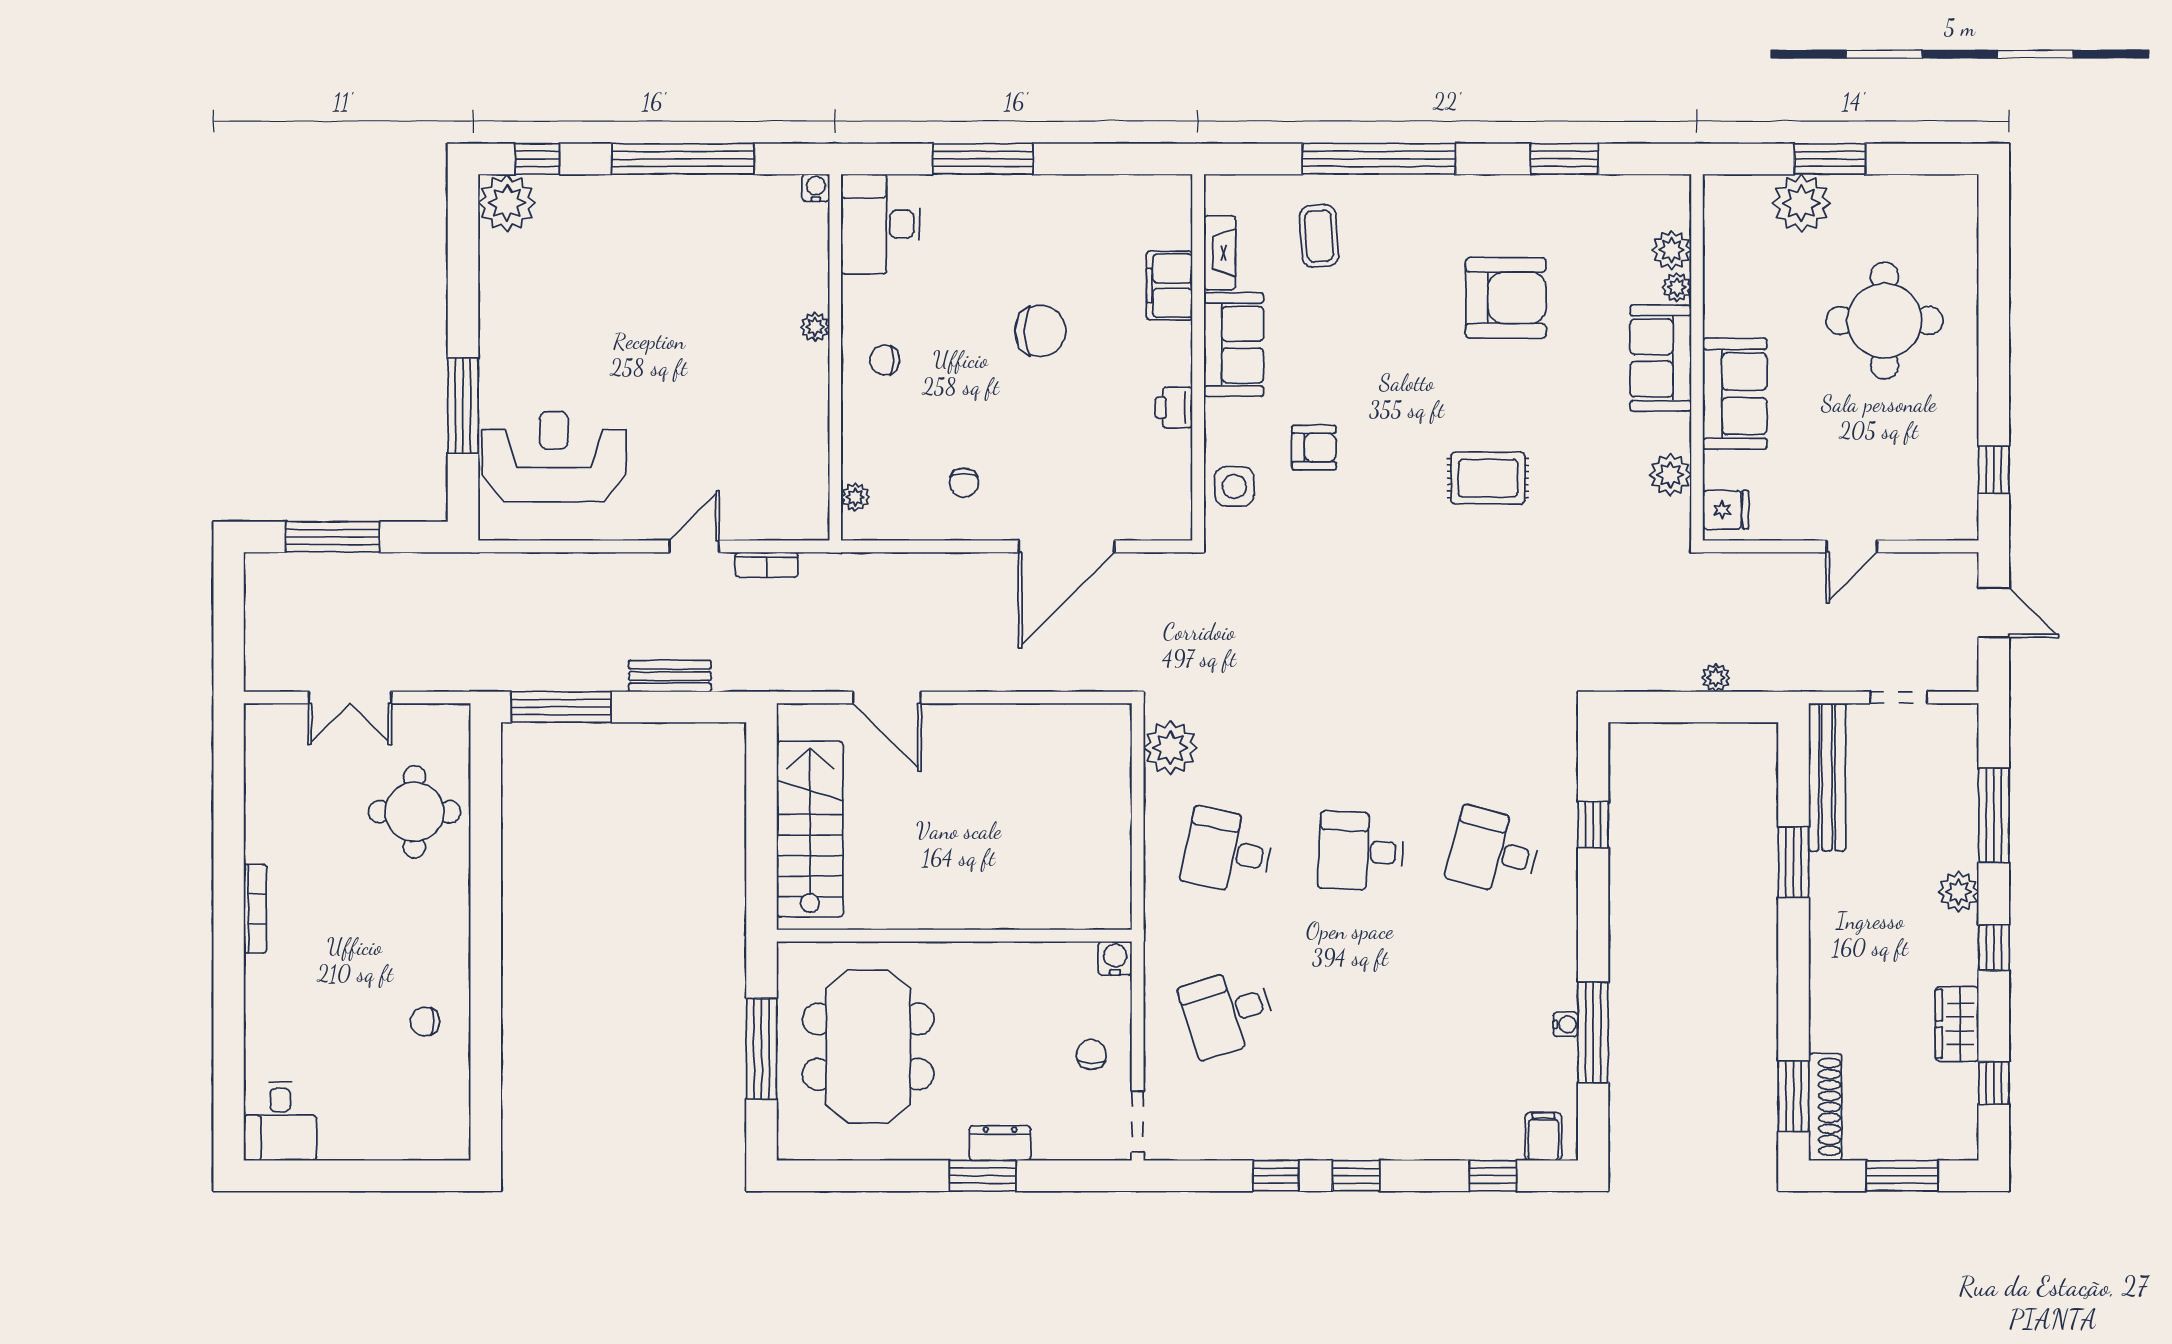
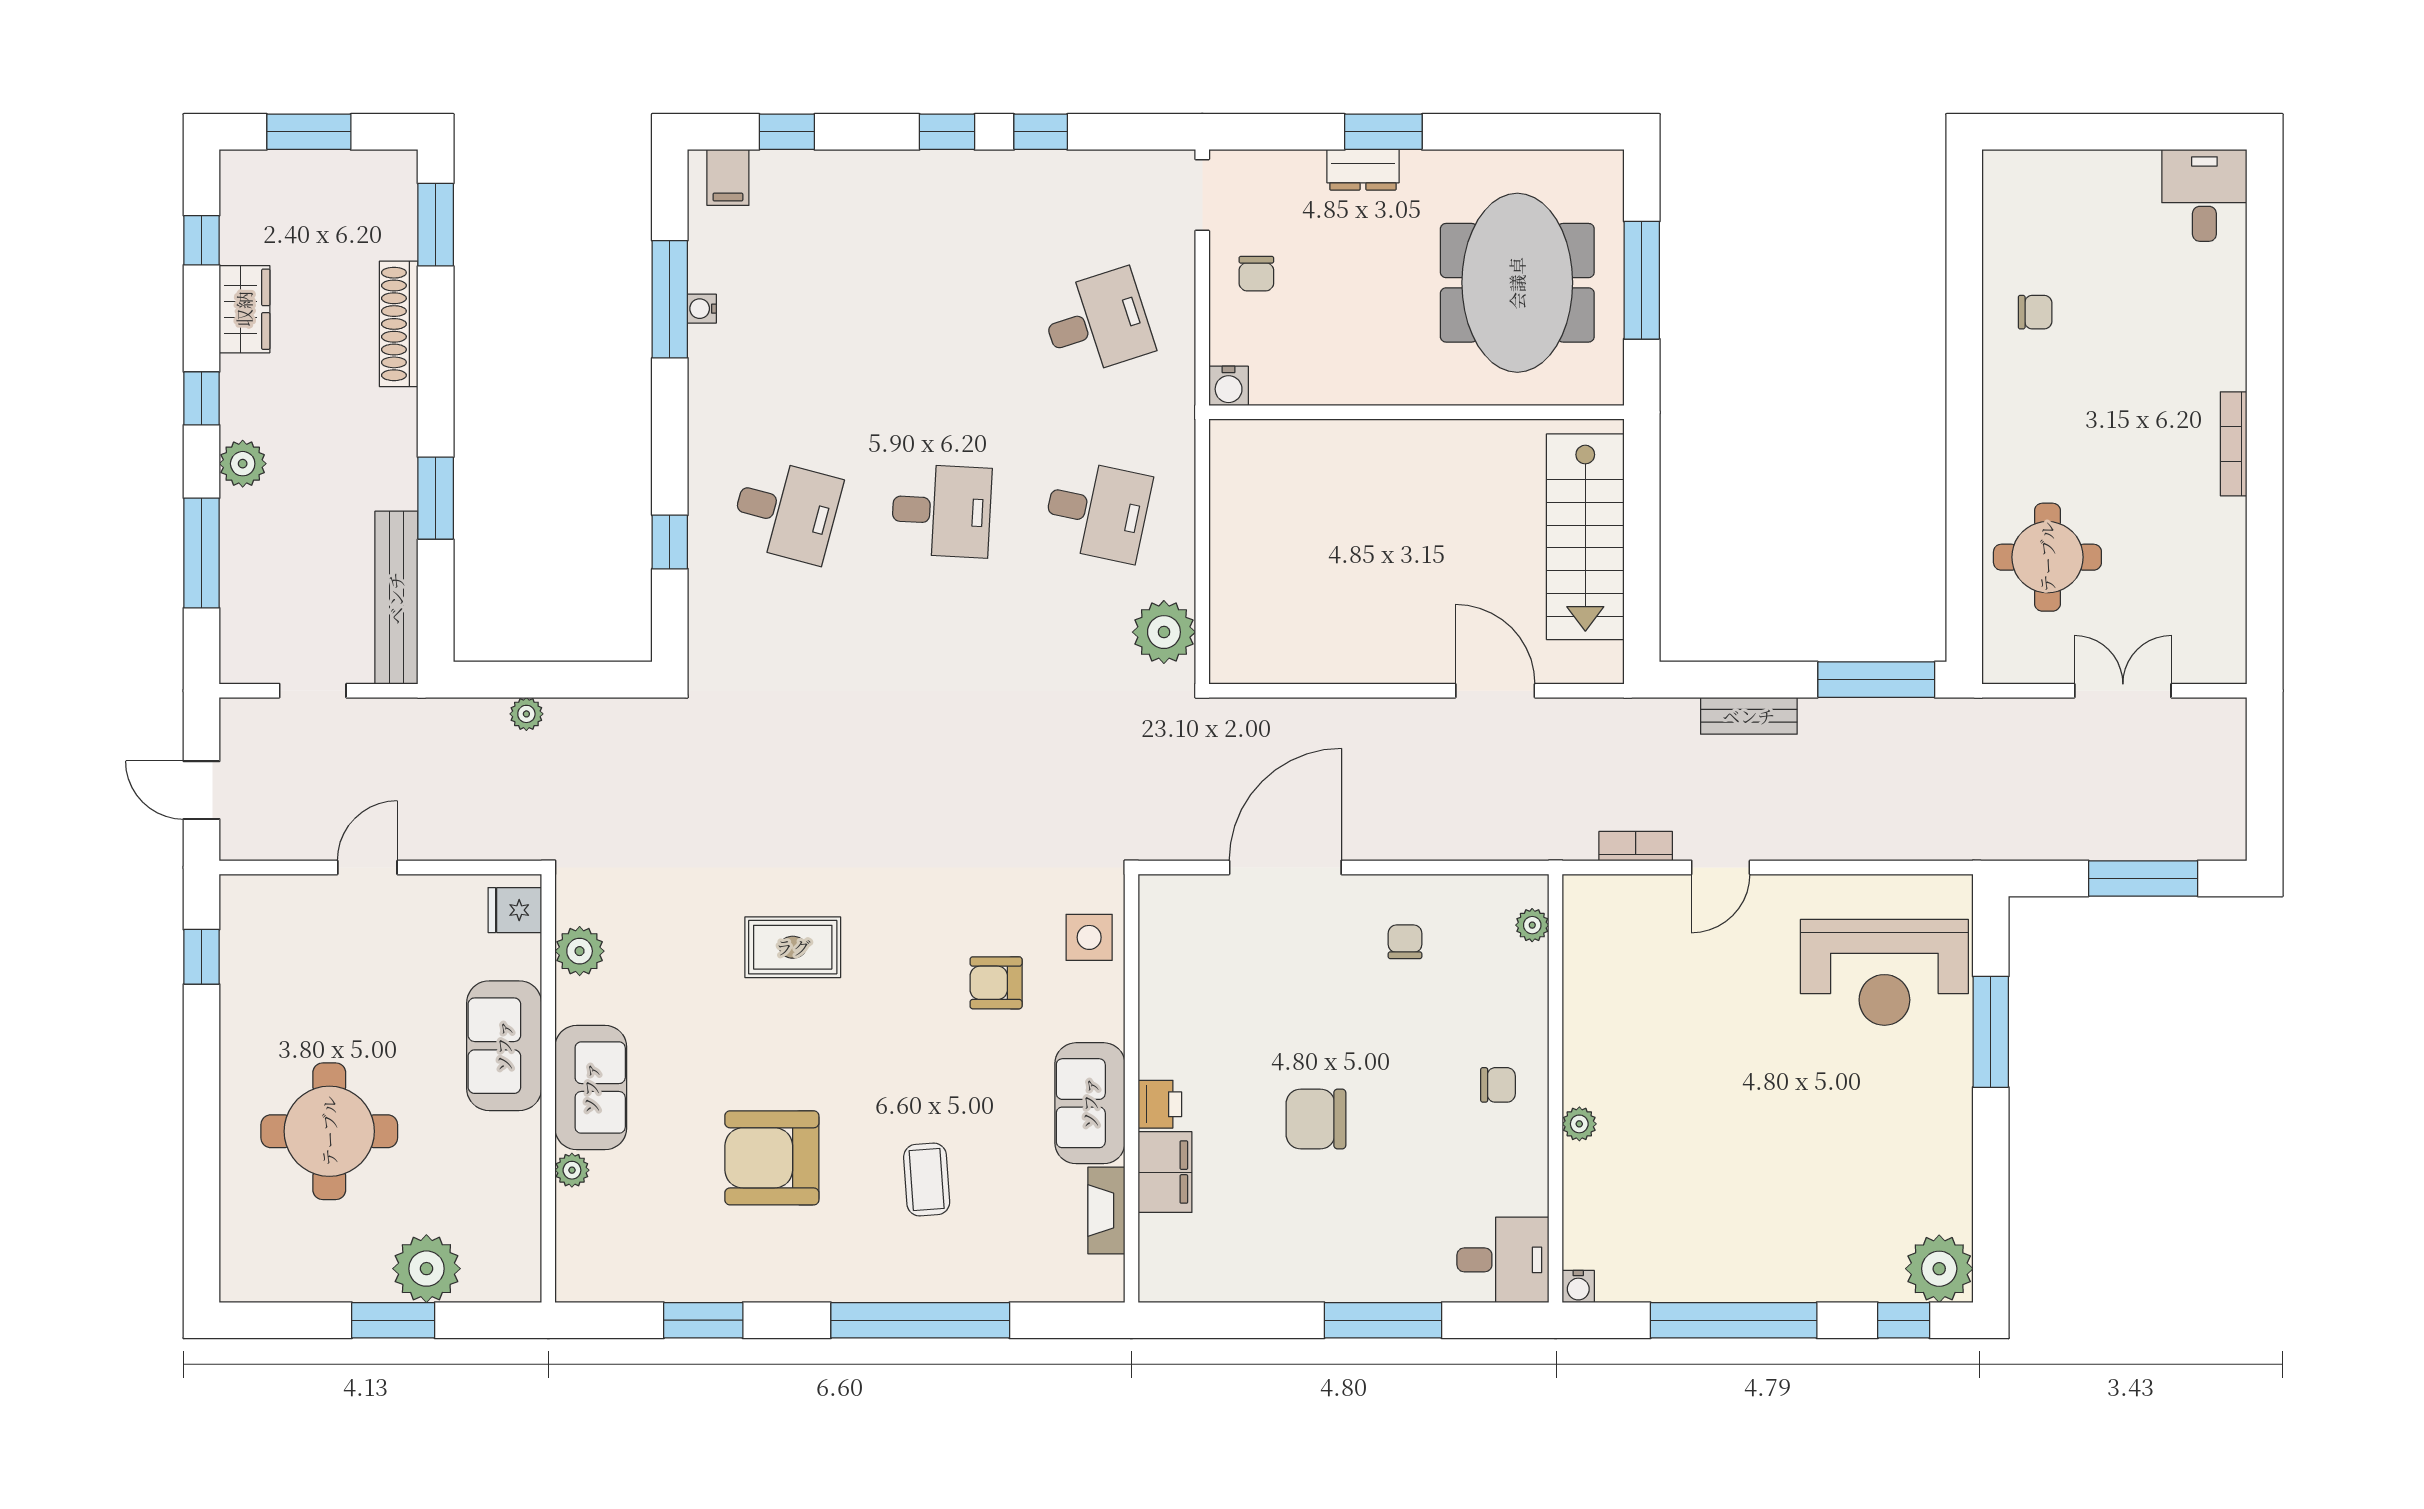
desk: (880, 224) -> (1503, 1260), width x0.73
coffee table: (1319, 236) -> (927, 1180), moved
plant: (1672, 250) -> (578, 1214), removed
printer: (1174, 408) -> (1160, 1104), moved
shoe rack: (1825, 1107) -> (399, 324), moved

